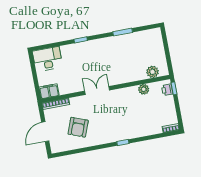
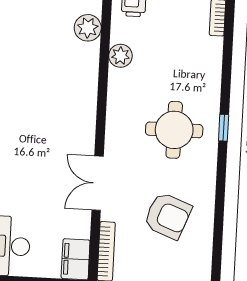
double door: (97, 90) -> (98, 183), moved
round table: (117, 121) -> (174, 130), added

